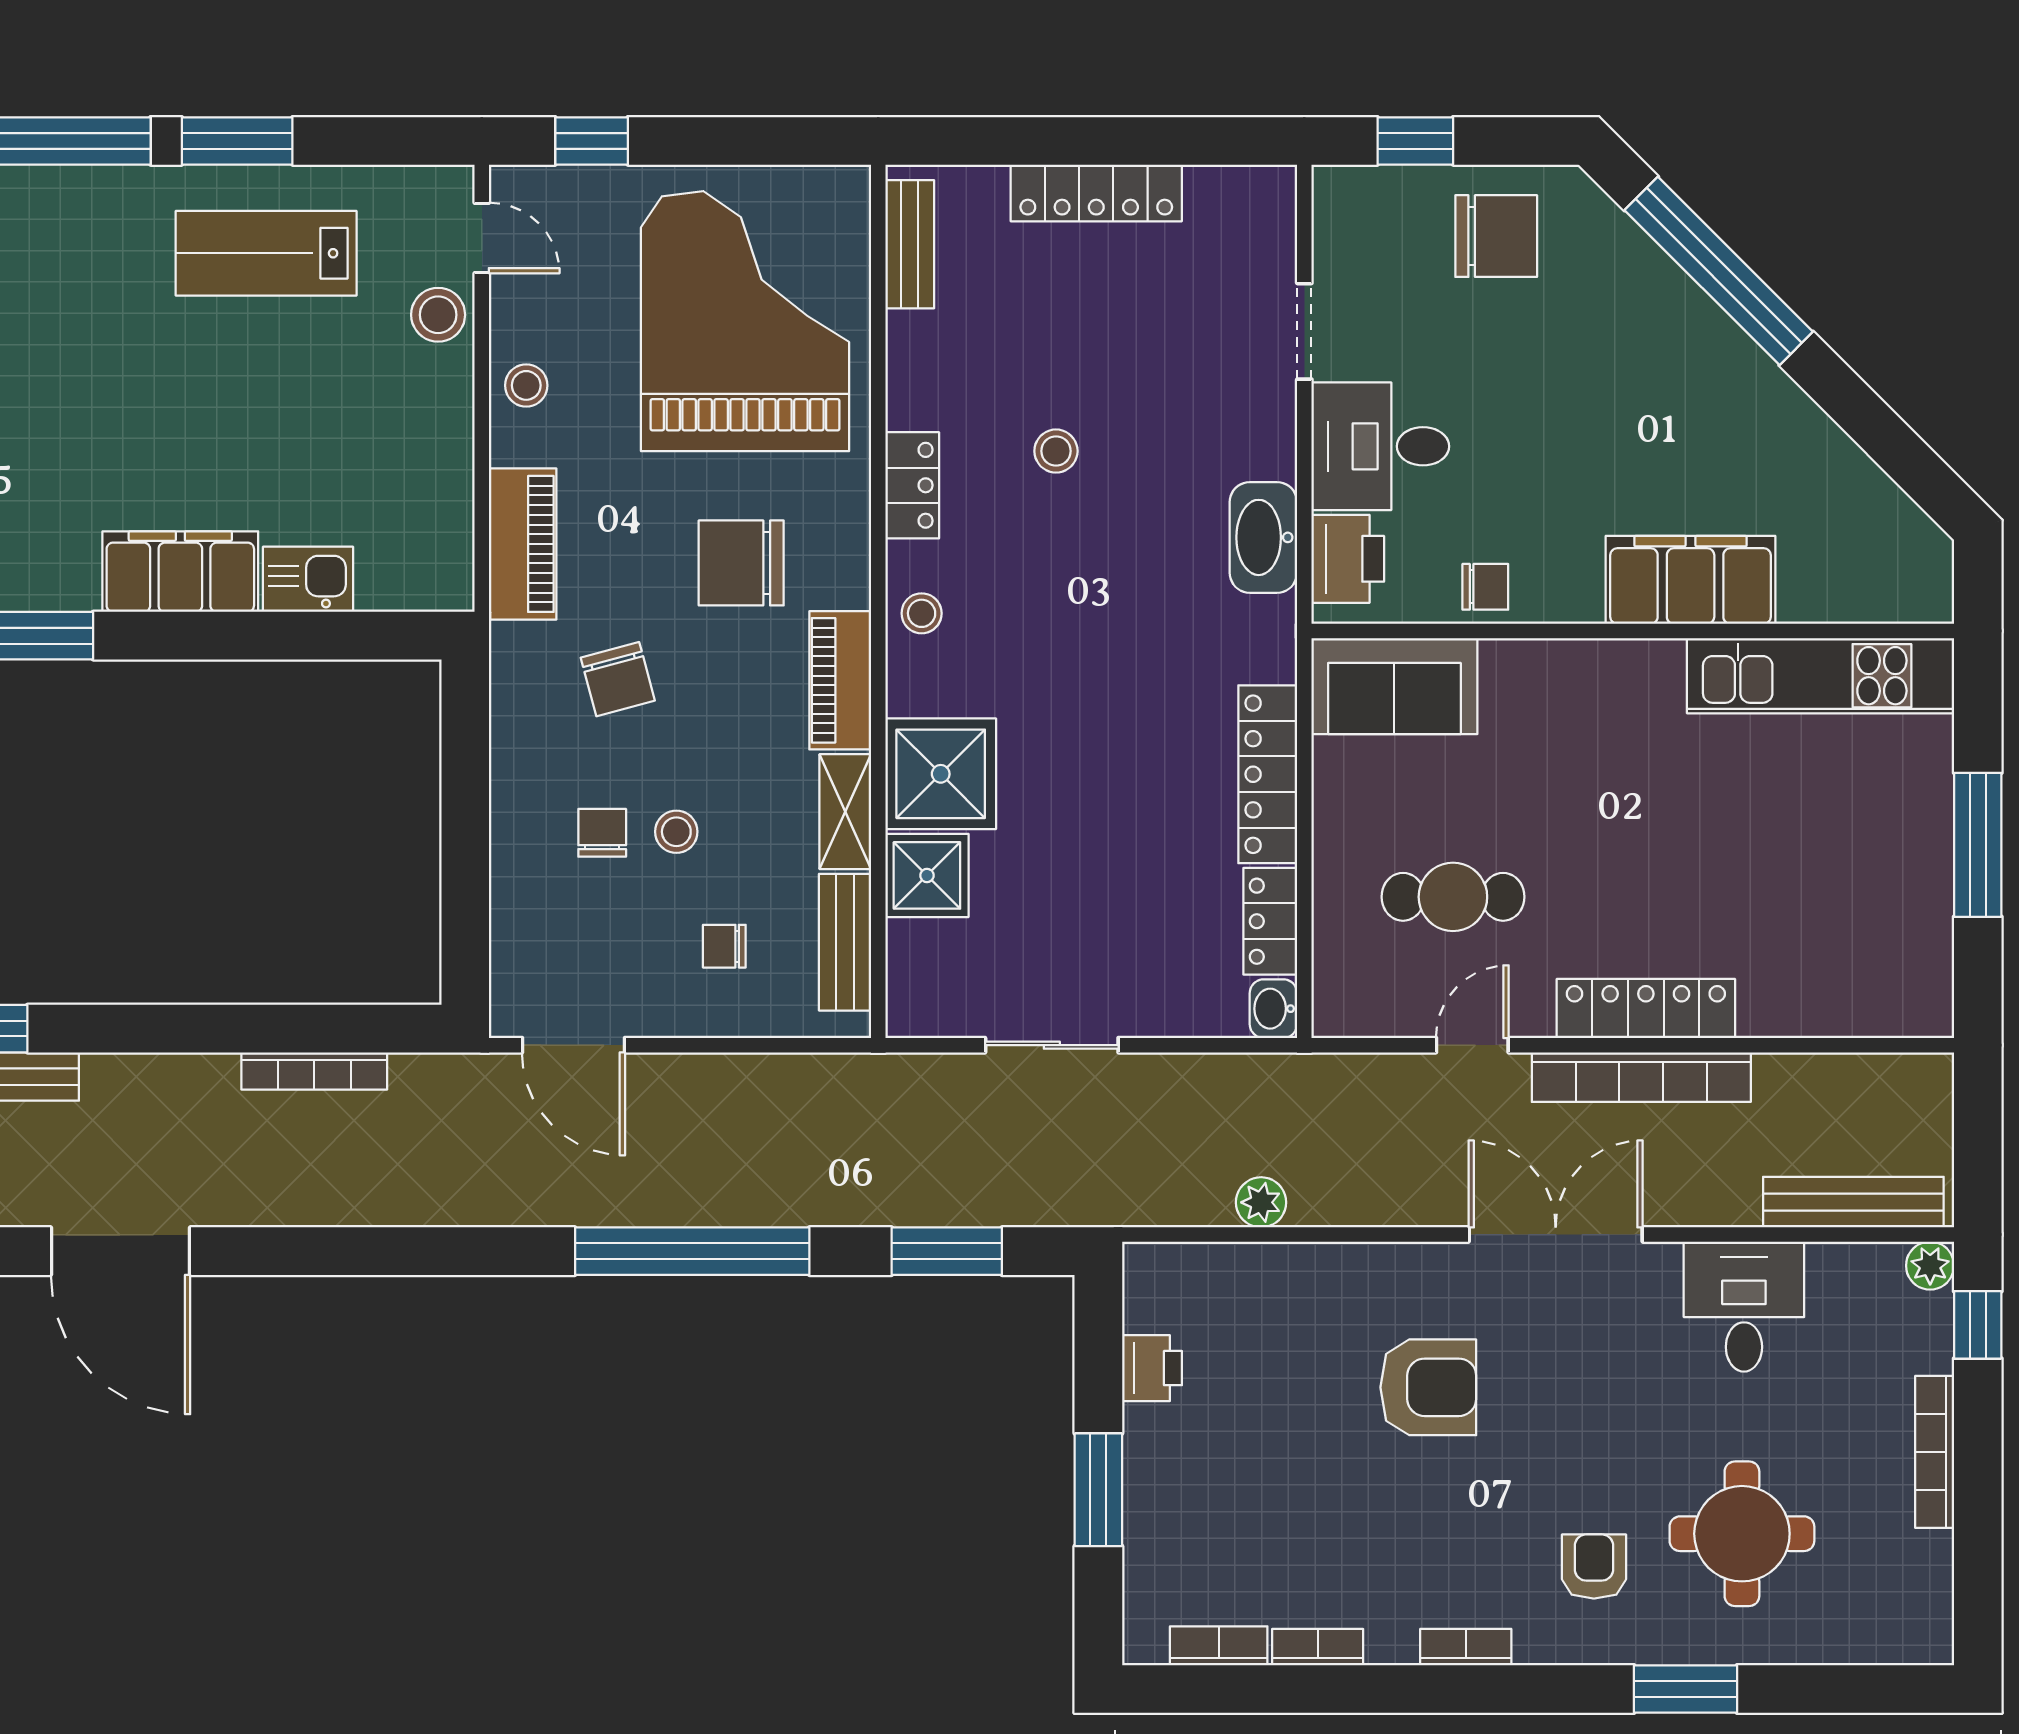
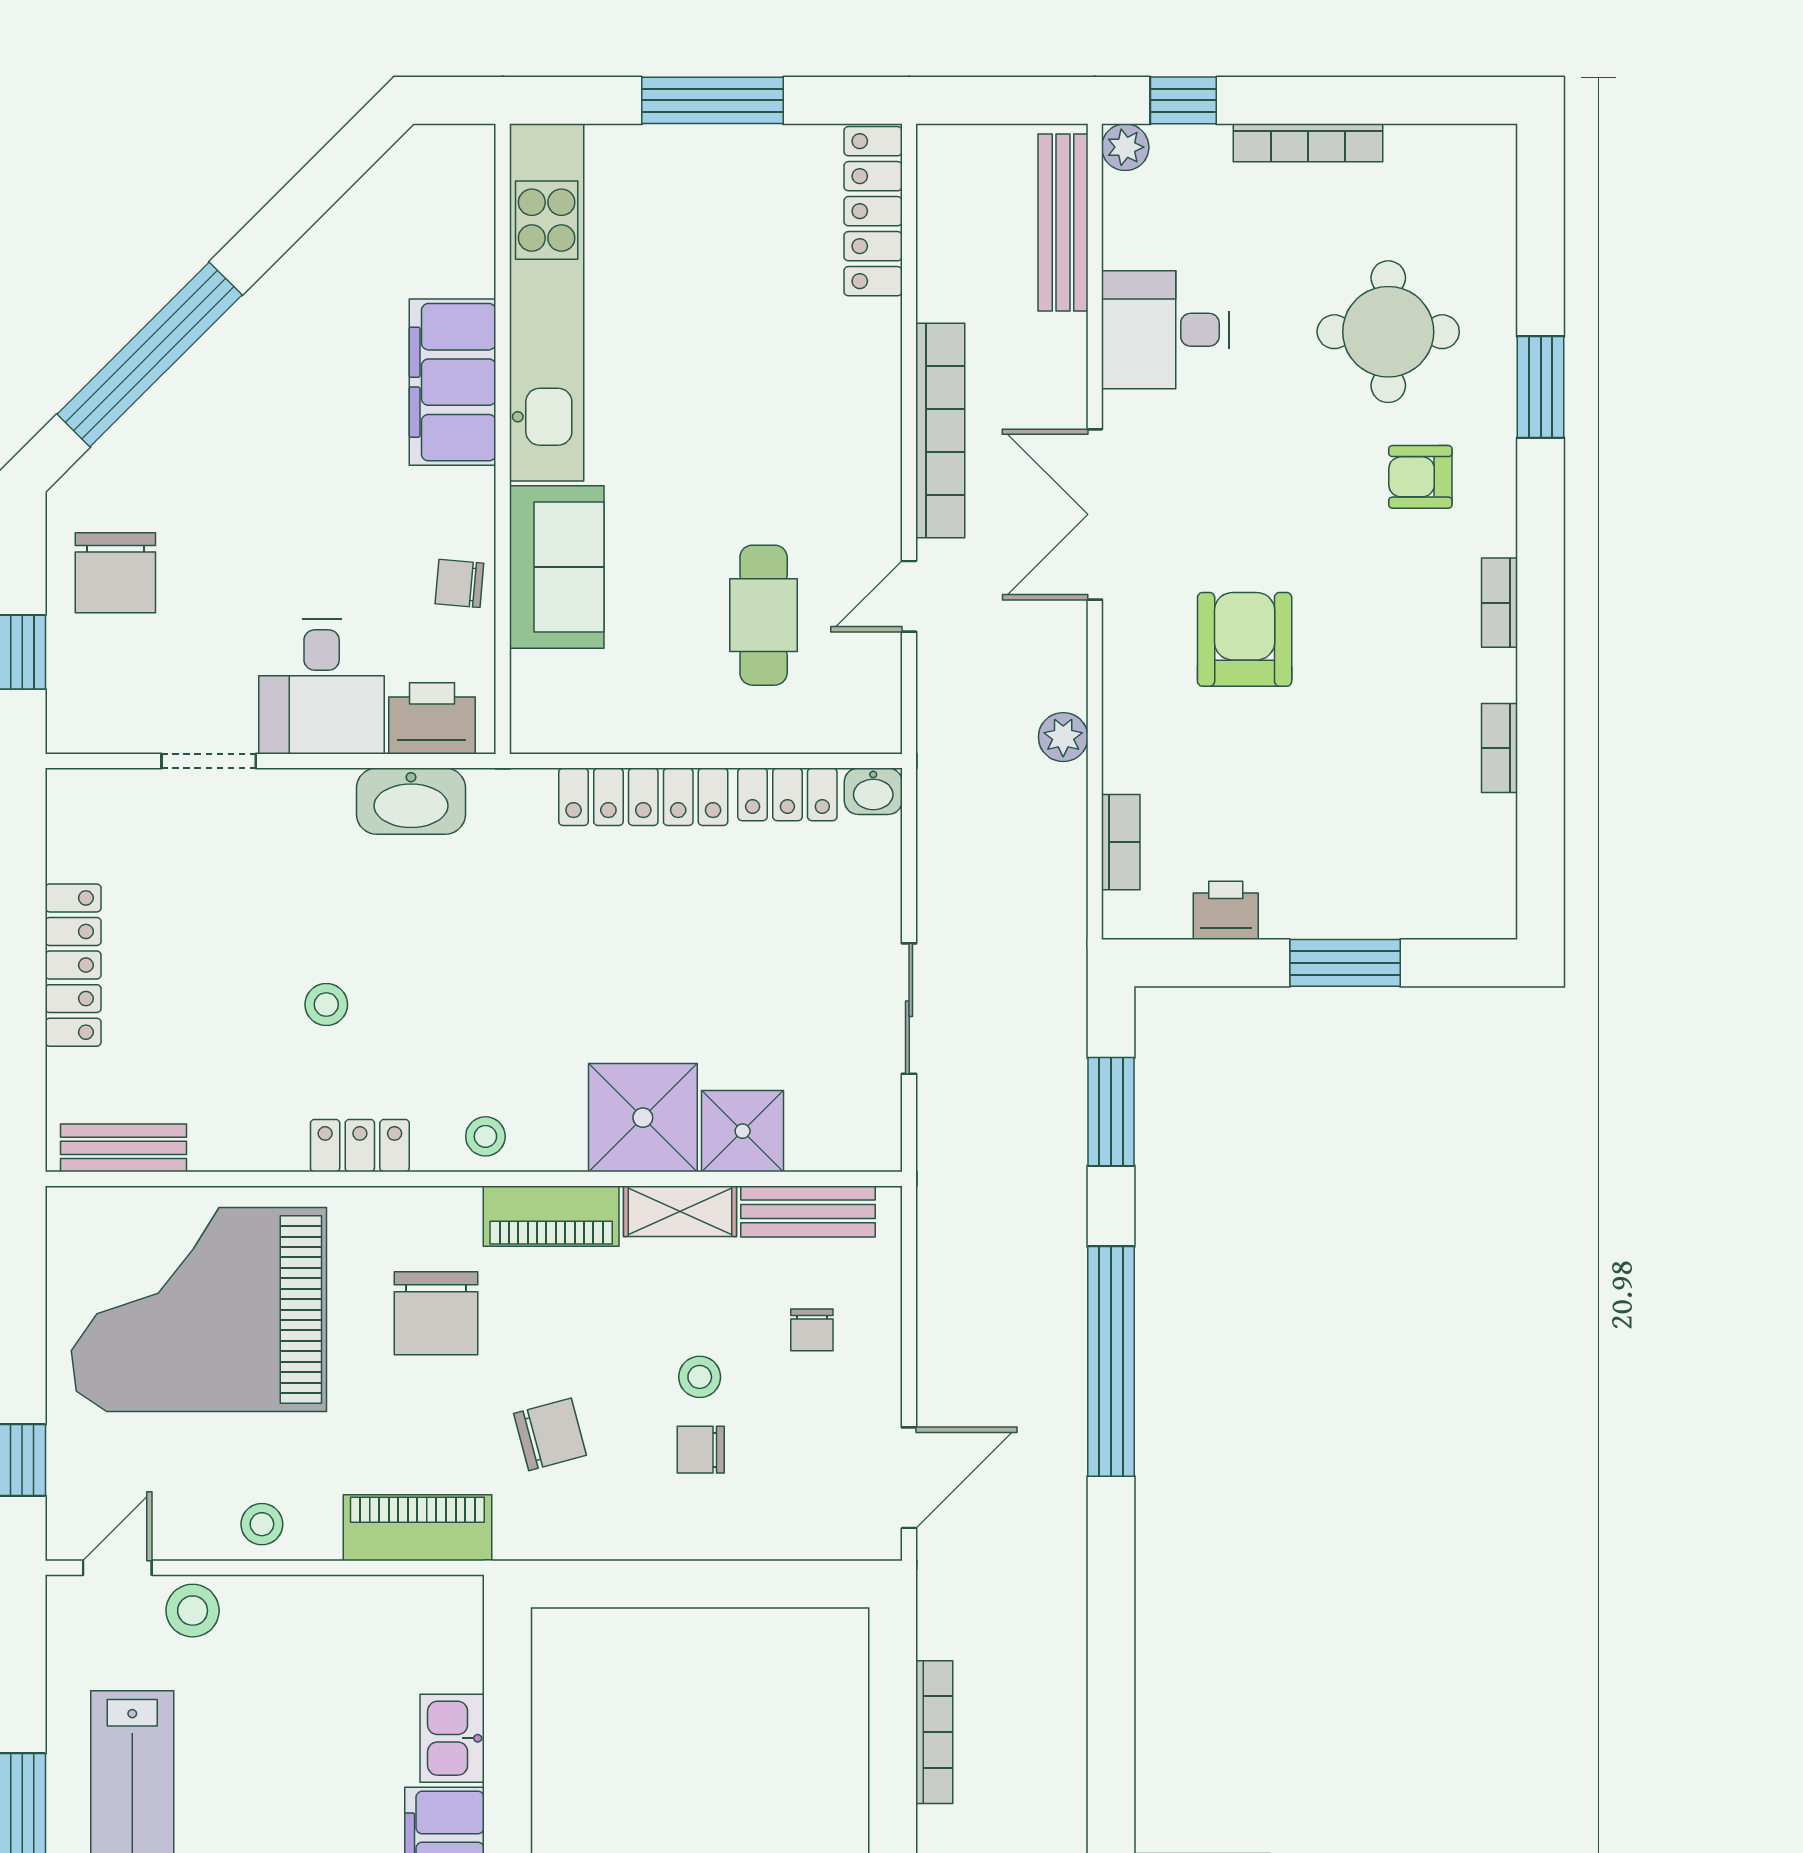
chair: (1496, 236) -> (115, 573), turned 180
chair: (1485, 587) -> (459, 583), turned -85
kitchen unit: (1820, 676) -> (547, 302), width x1.36
sofa: (1394, 686) -> (557, 567), moved
locker: (1646, 1009) -> (873, 211), moved
door: (1472, 1045) -> (909, 596), hinge flipped
plant: (1261, 1202) -> (1063, 737), moved
bookcase: (1219, 1646) -> (1121, 842), moved, turned 180

